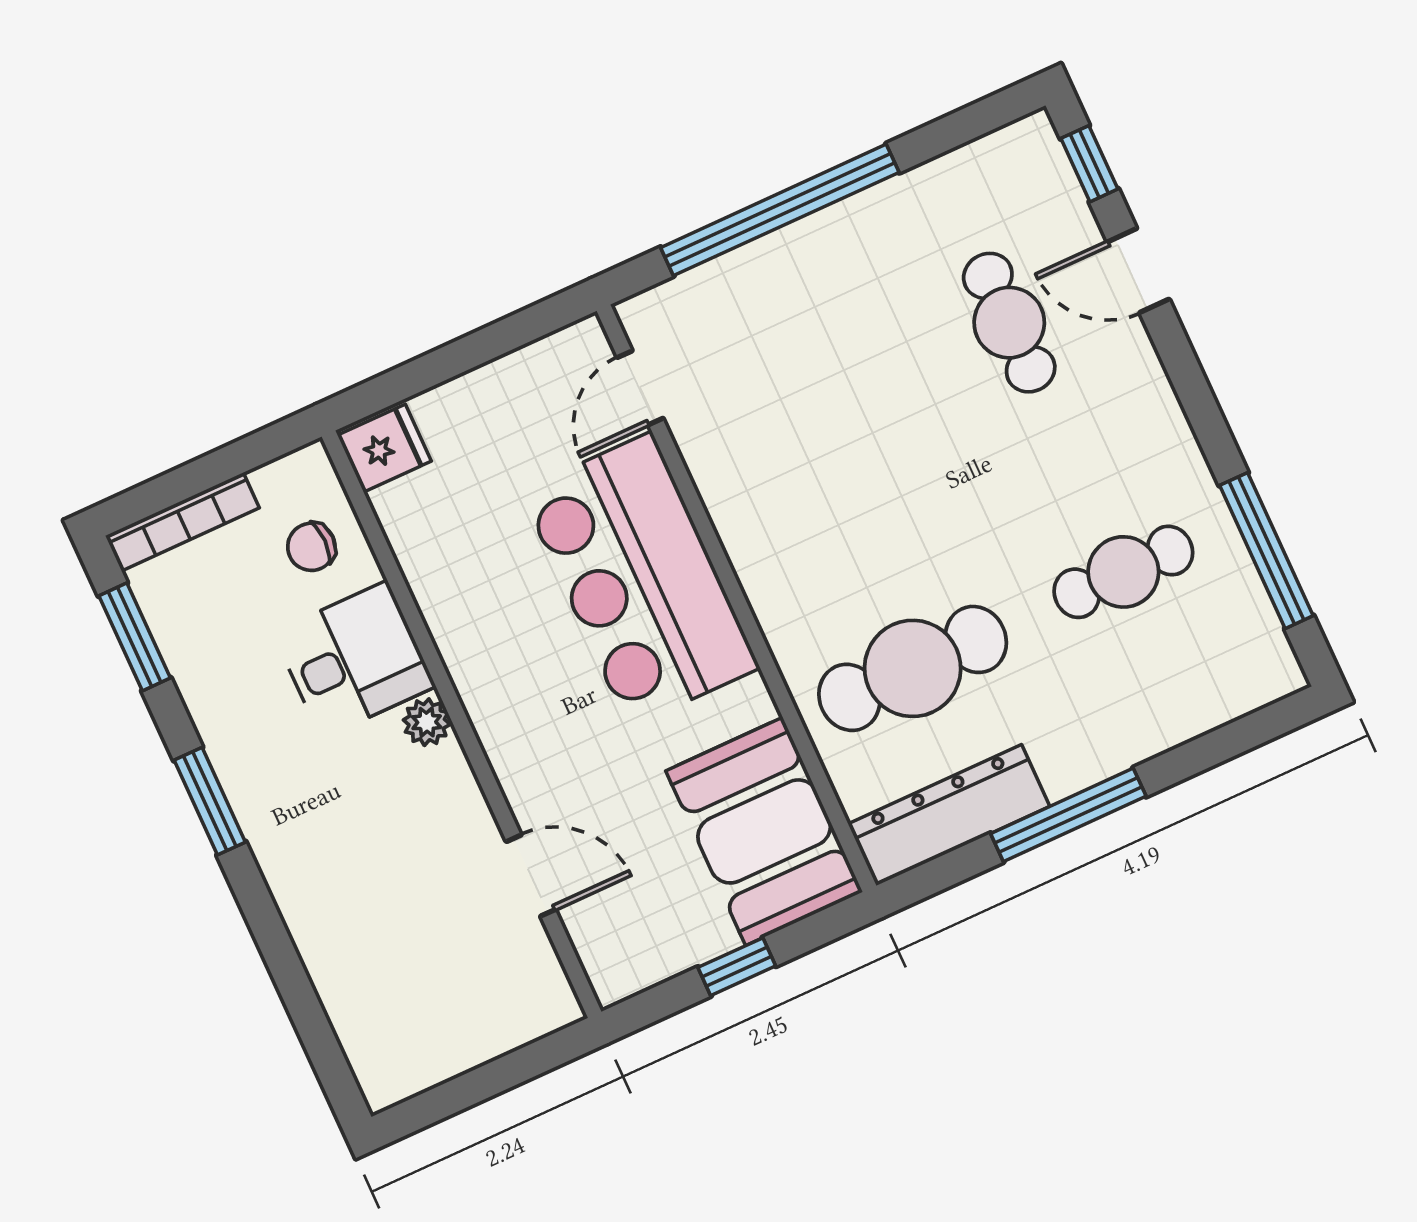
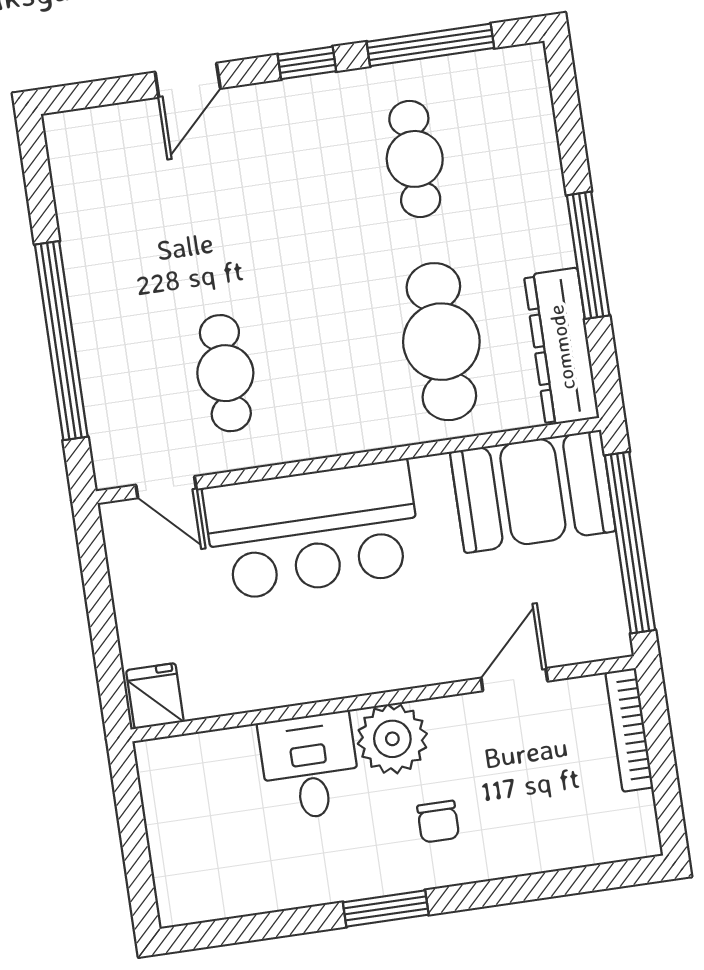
window: (1089, 164) -> (307, 63), moved
cafe table: (1009, 323) -> (225, 373), moved, turned 90
bookcase: (182, 522) -> (629, 730), moved, turned 180
chair: (311, 547) -> (438, 822), moved
window: (135, 637) -> (243, 929), removed
plant: (427, 722) -> (392, 739), width x1.87, depth x1.87
window: (737, 967) -> (630, 543), width x3.17

